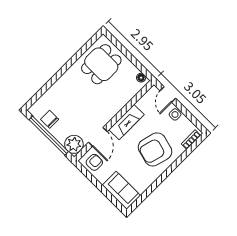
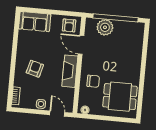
dining table: (101, 64) -> (120, 97), turned 90
chair: (50, 119) -> (93, 81), moved
plant: (74, 144) -> (105, 27), moved
armchair: (155, 149) -> (35, 69), width x0.53, depth x0.53

